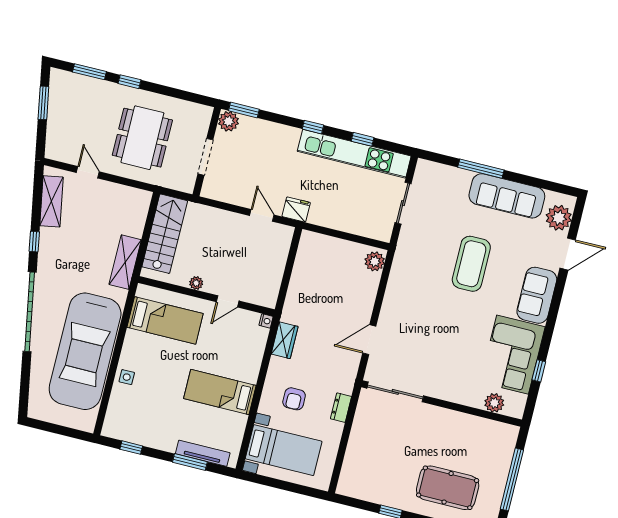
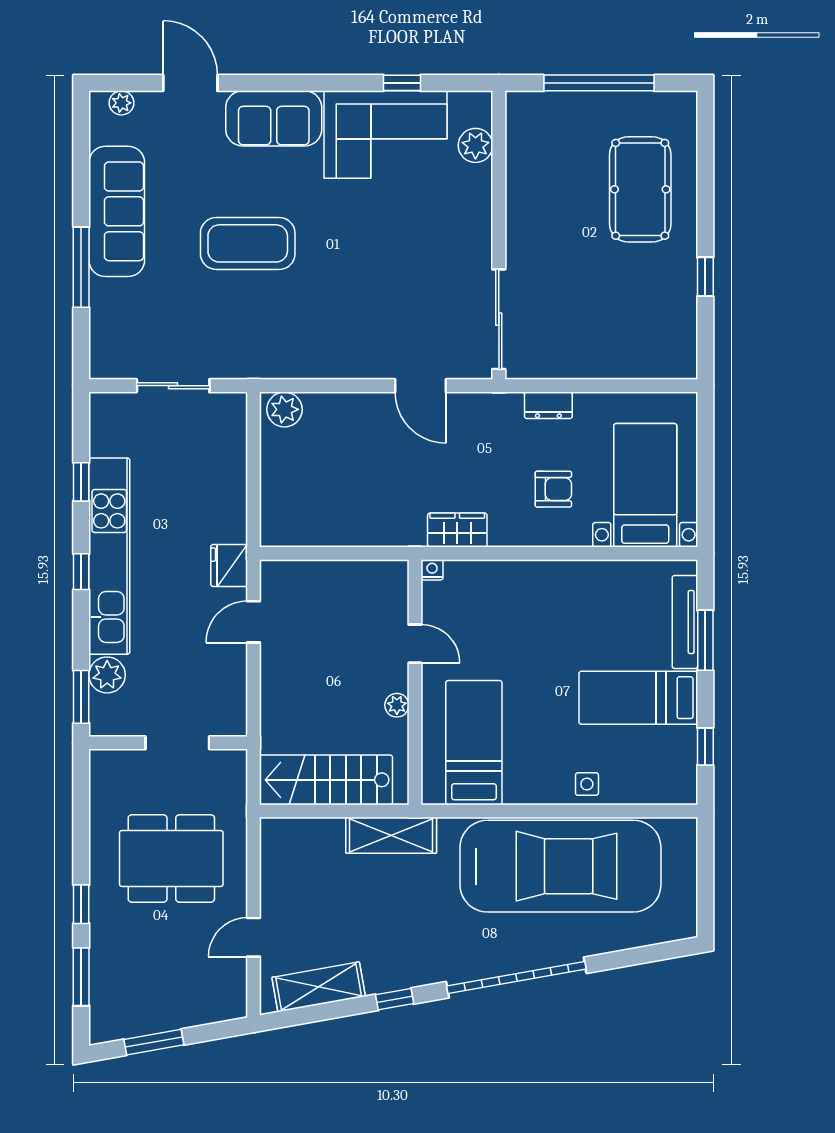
plant: (228, 121) -> (107, 675), moved
kitchen unit: (354, 154) -> (109, 556), moved
plant: (559, 218) -> (121, 103), width x0.53, depth x0.53
bed: (220, 392) -> (638, 698), moved, turned 90

